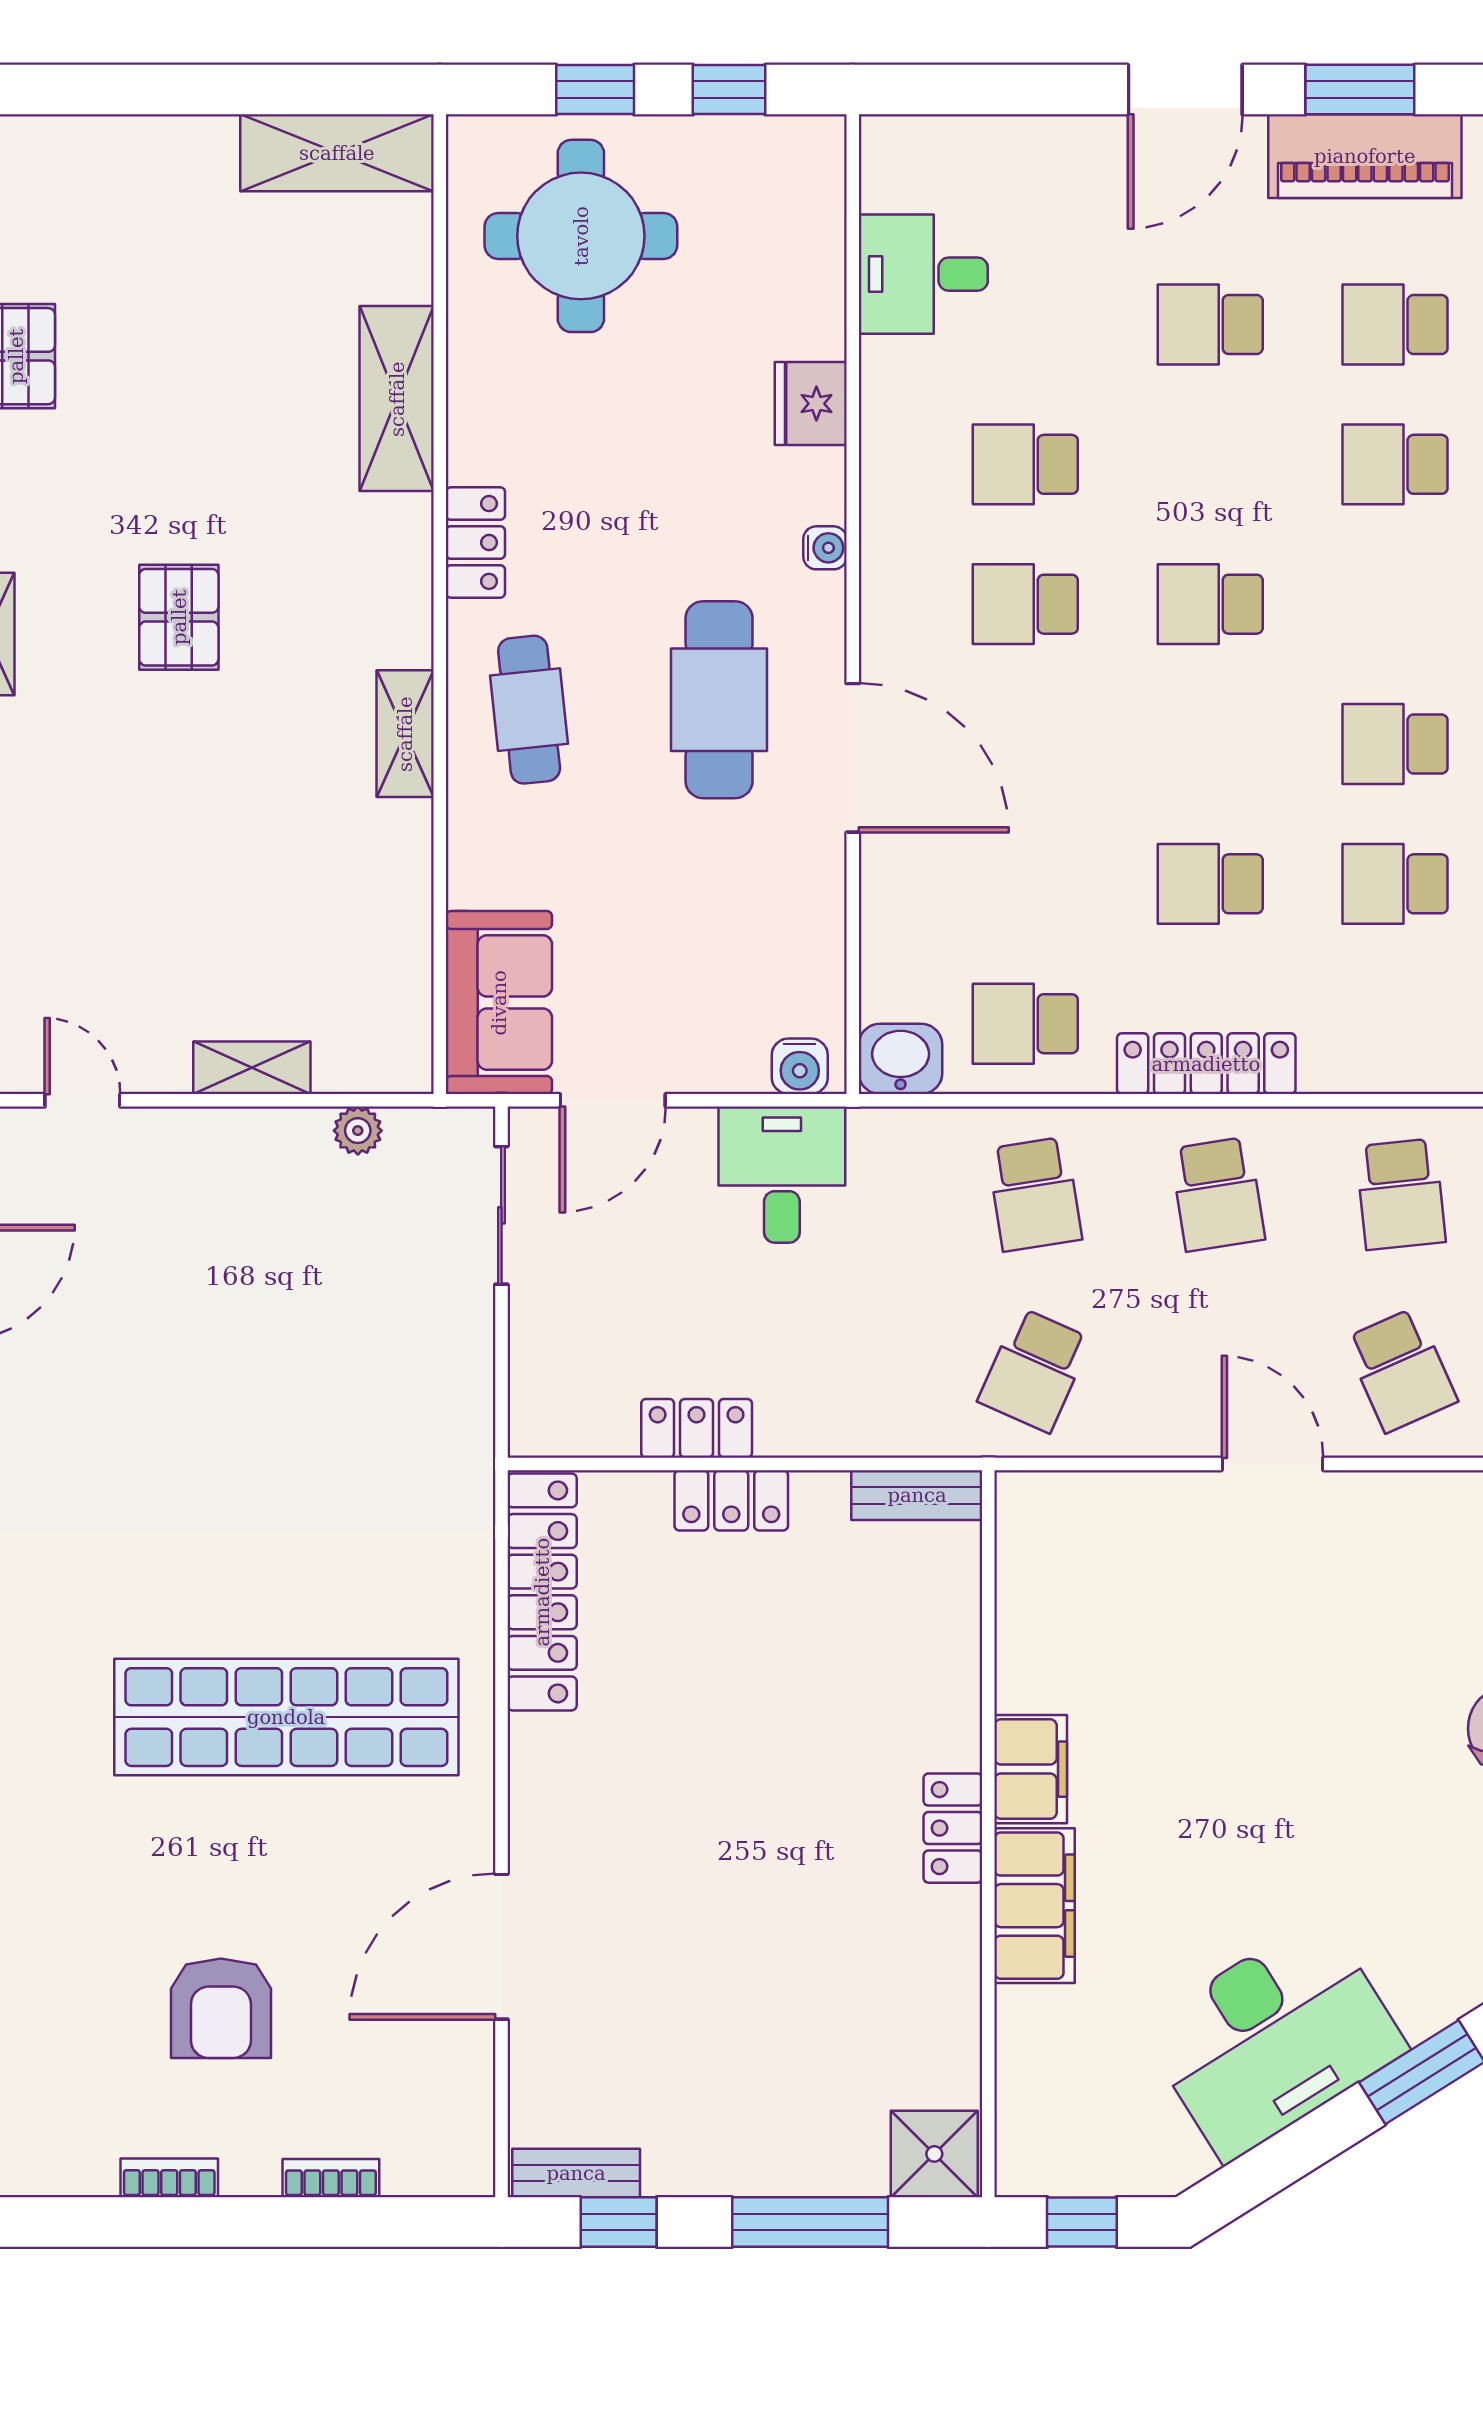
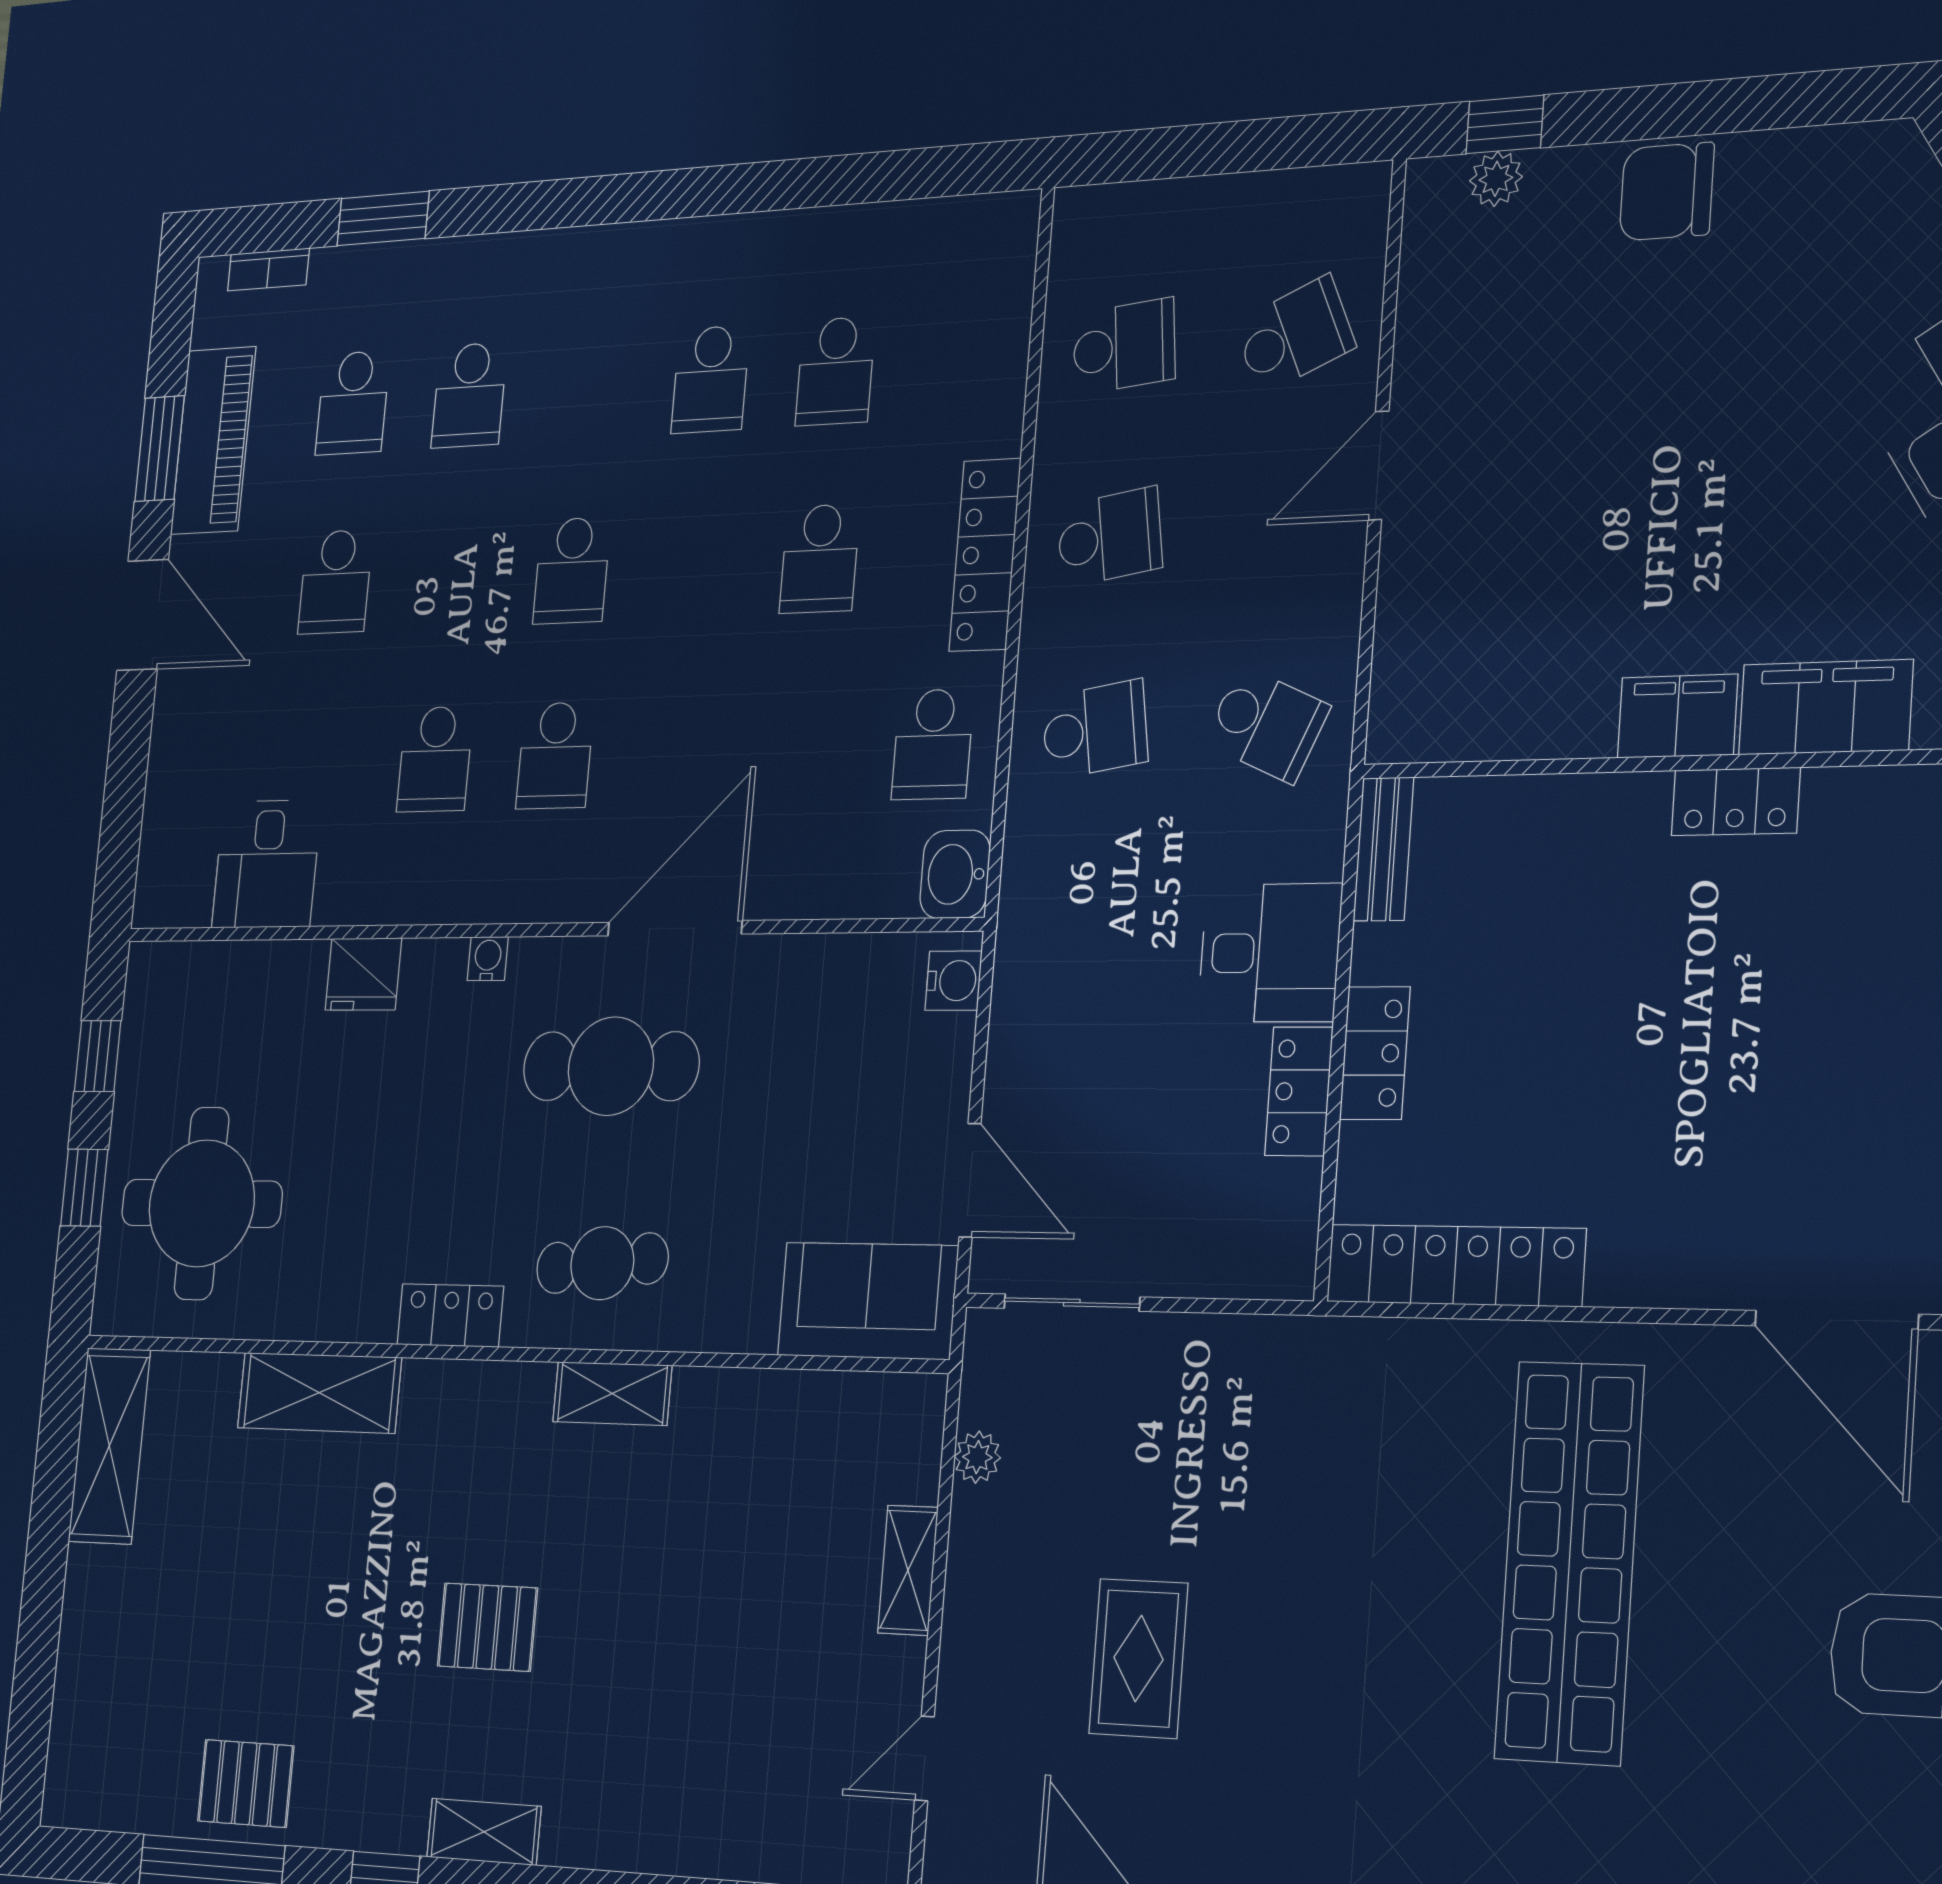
desk: (782, 1175) -> (1270, 953), moved, turned 180
rug: (183, 1310) -> (1138, 1658), added

